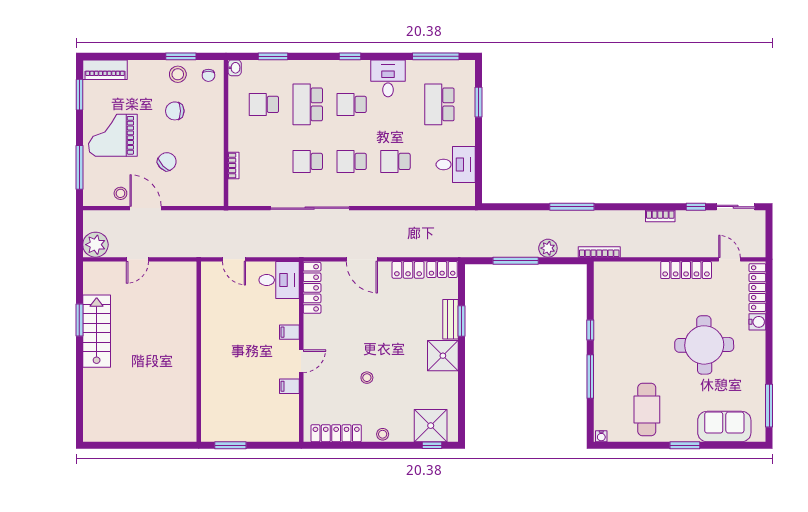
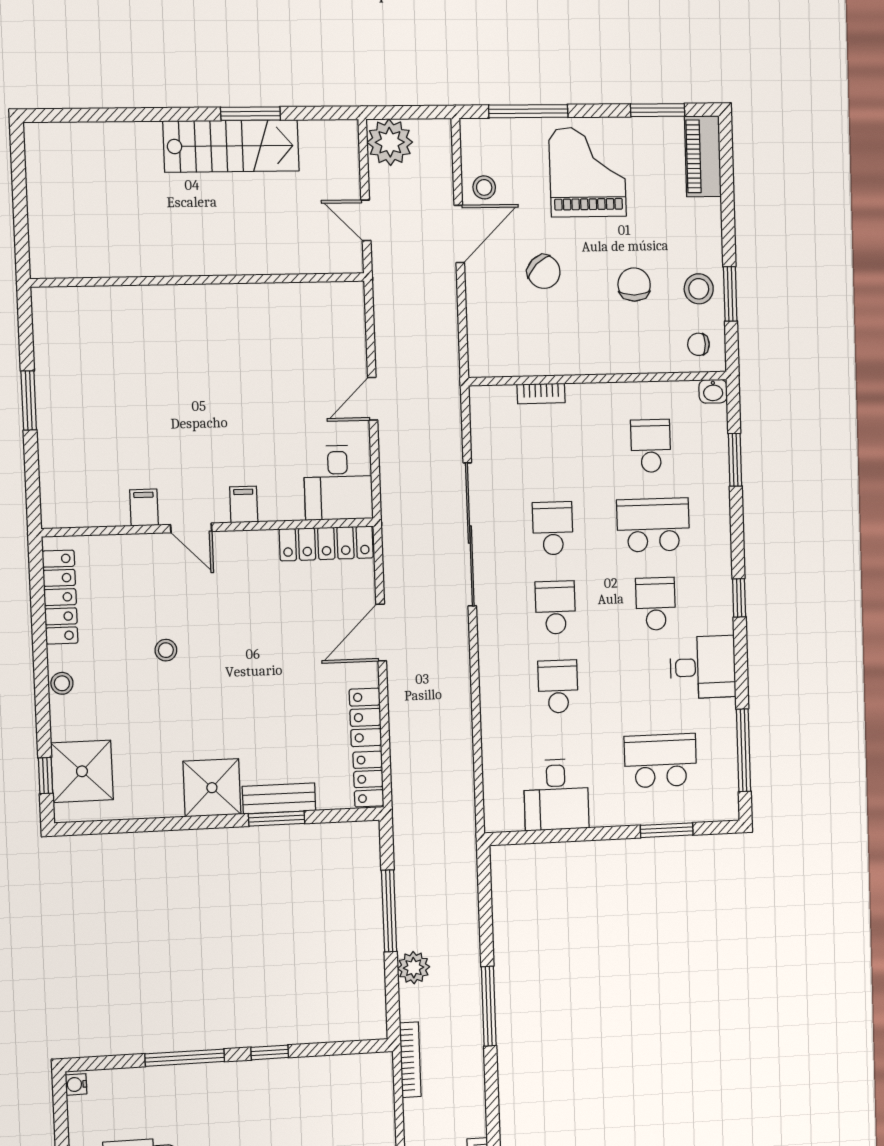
wall: (199, 352) -> (199, 280), moved

